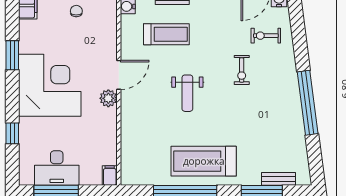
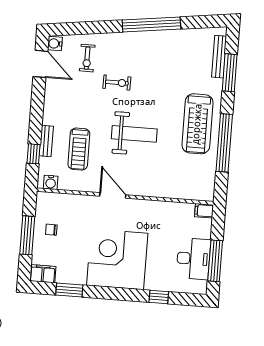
treadmill: (166, 34) -> (79, 149), turned 180
window: (12, 55) -> (69, 290), moved
weight bench: (187, 93) -> (134, 134), width x1.36, depth x1.33
plant: (108, 98) -> (133, 207), removed
bench: (278, 179) -> (219, 57), width x1.36

